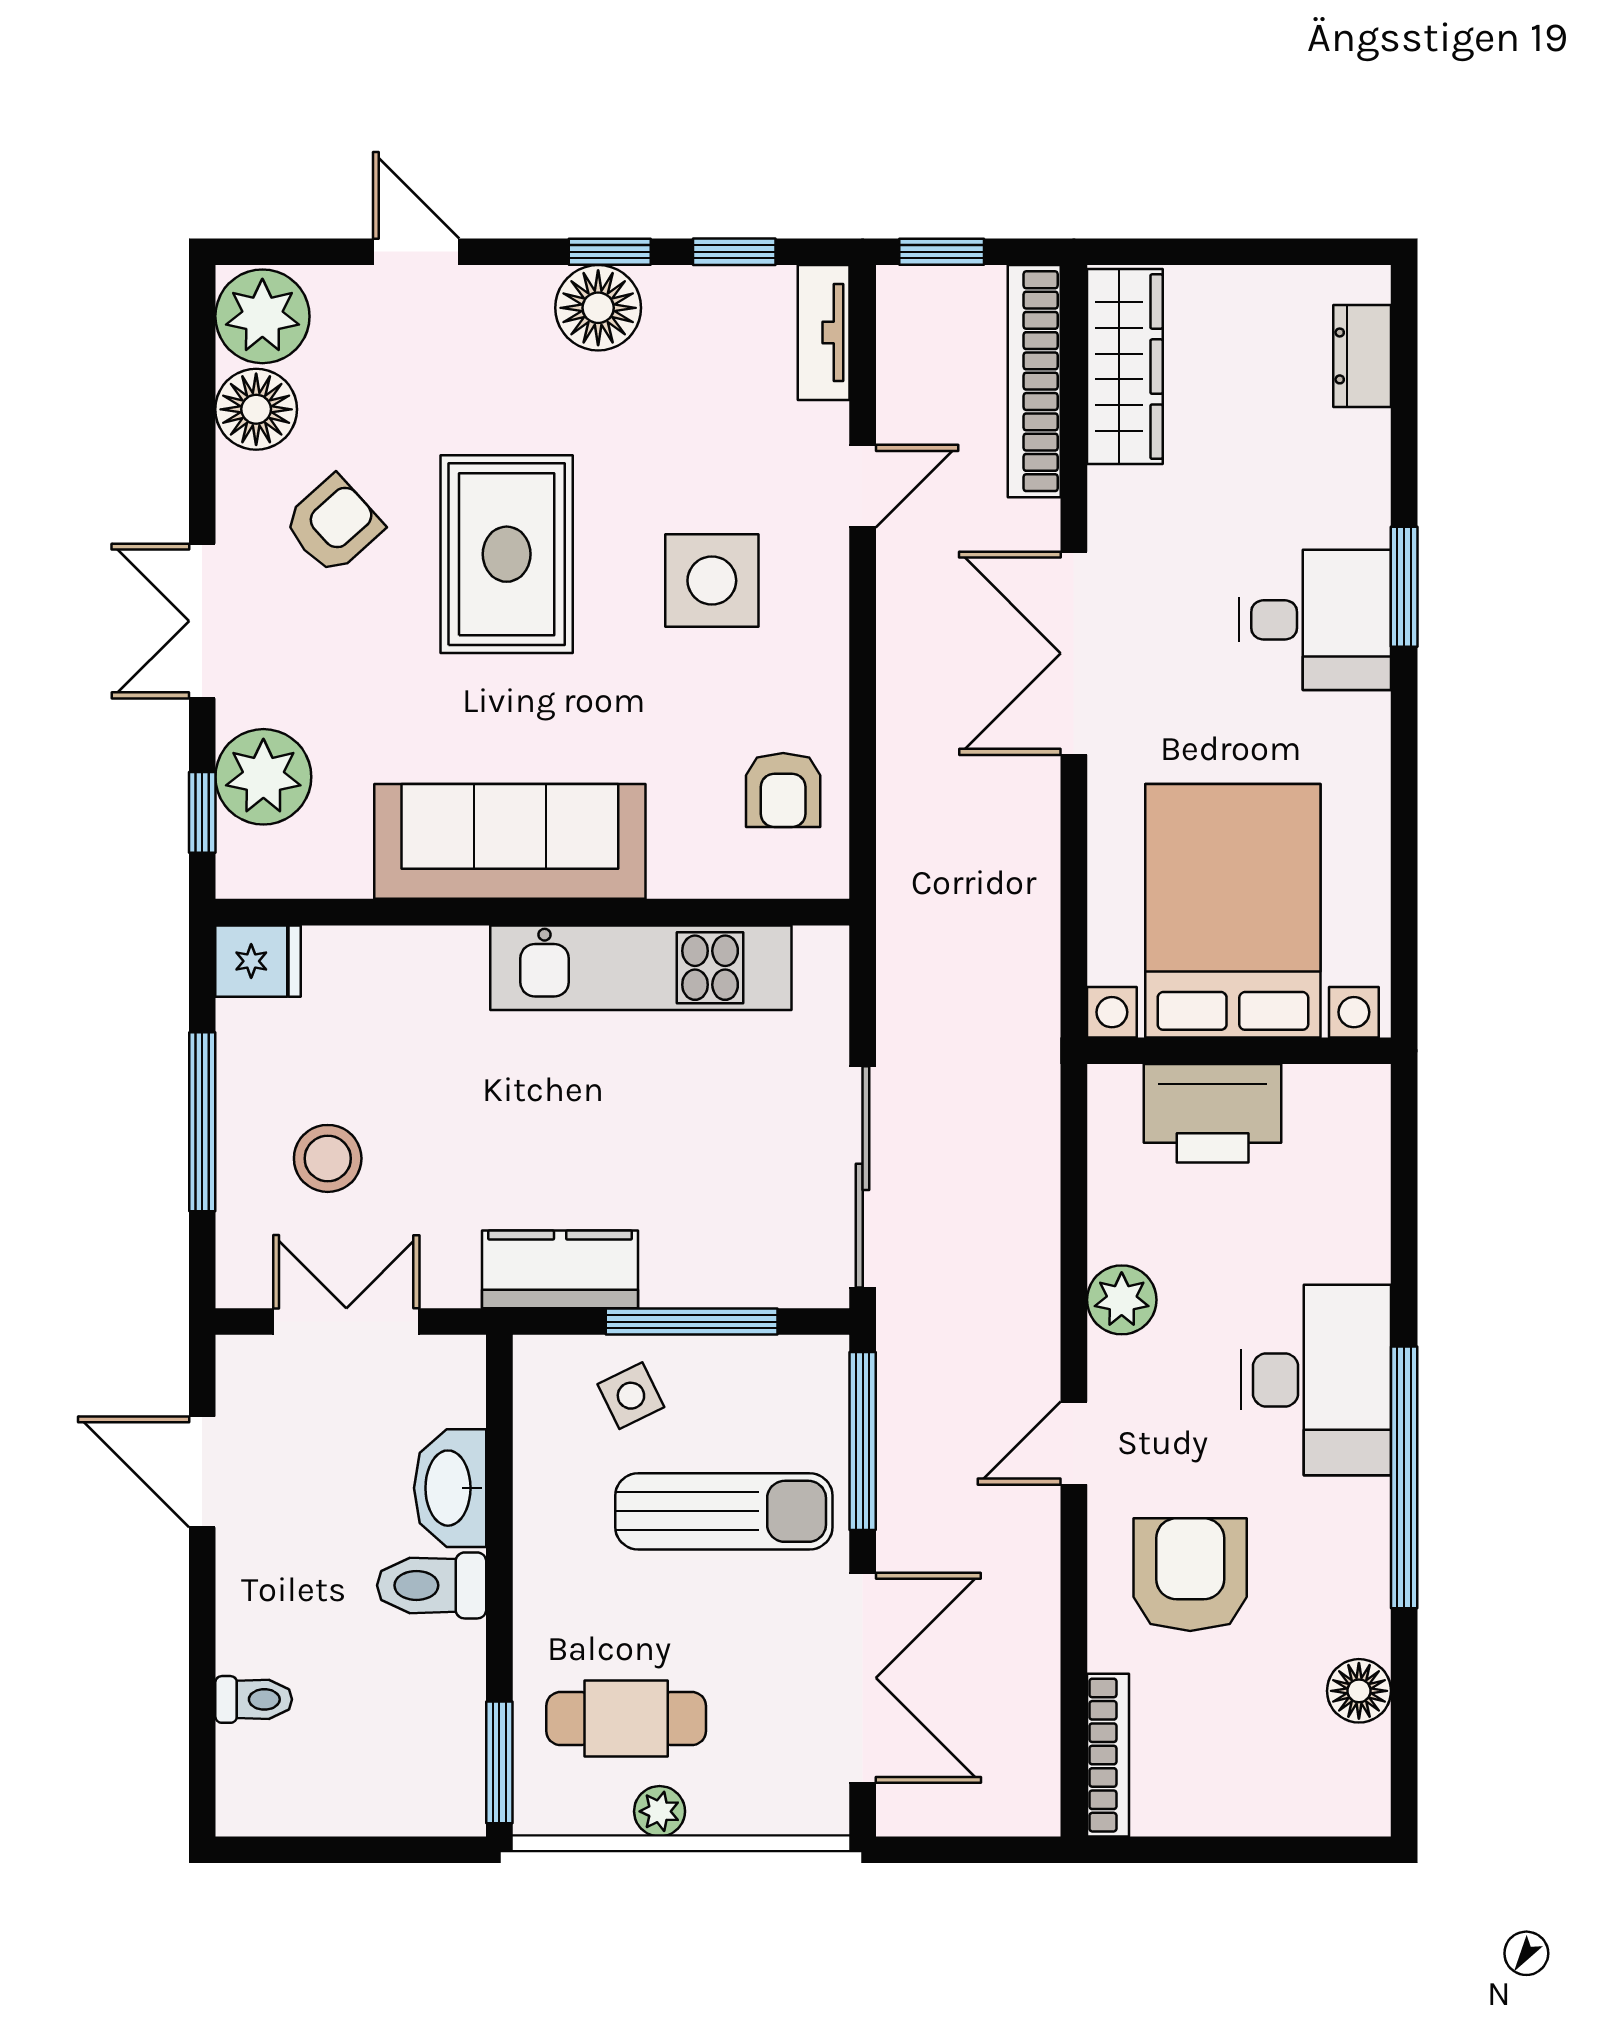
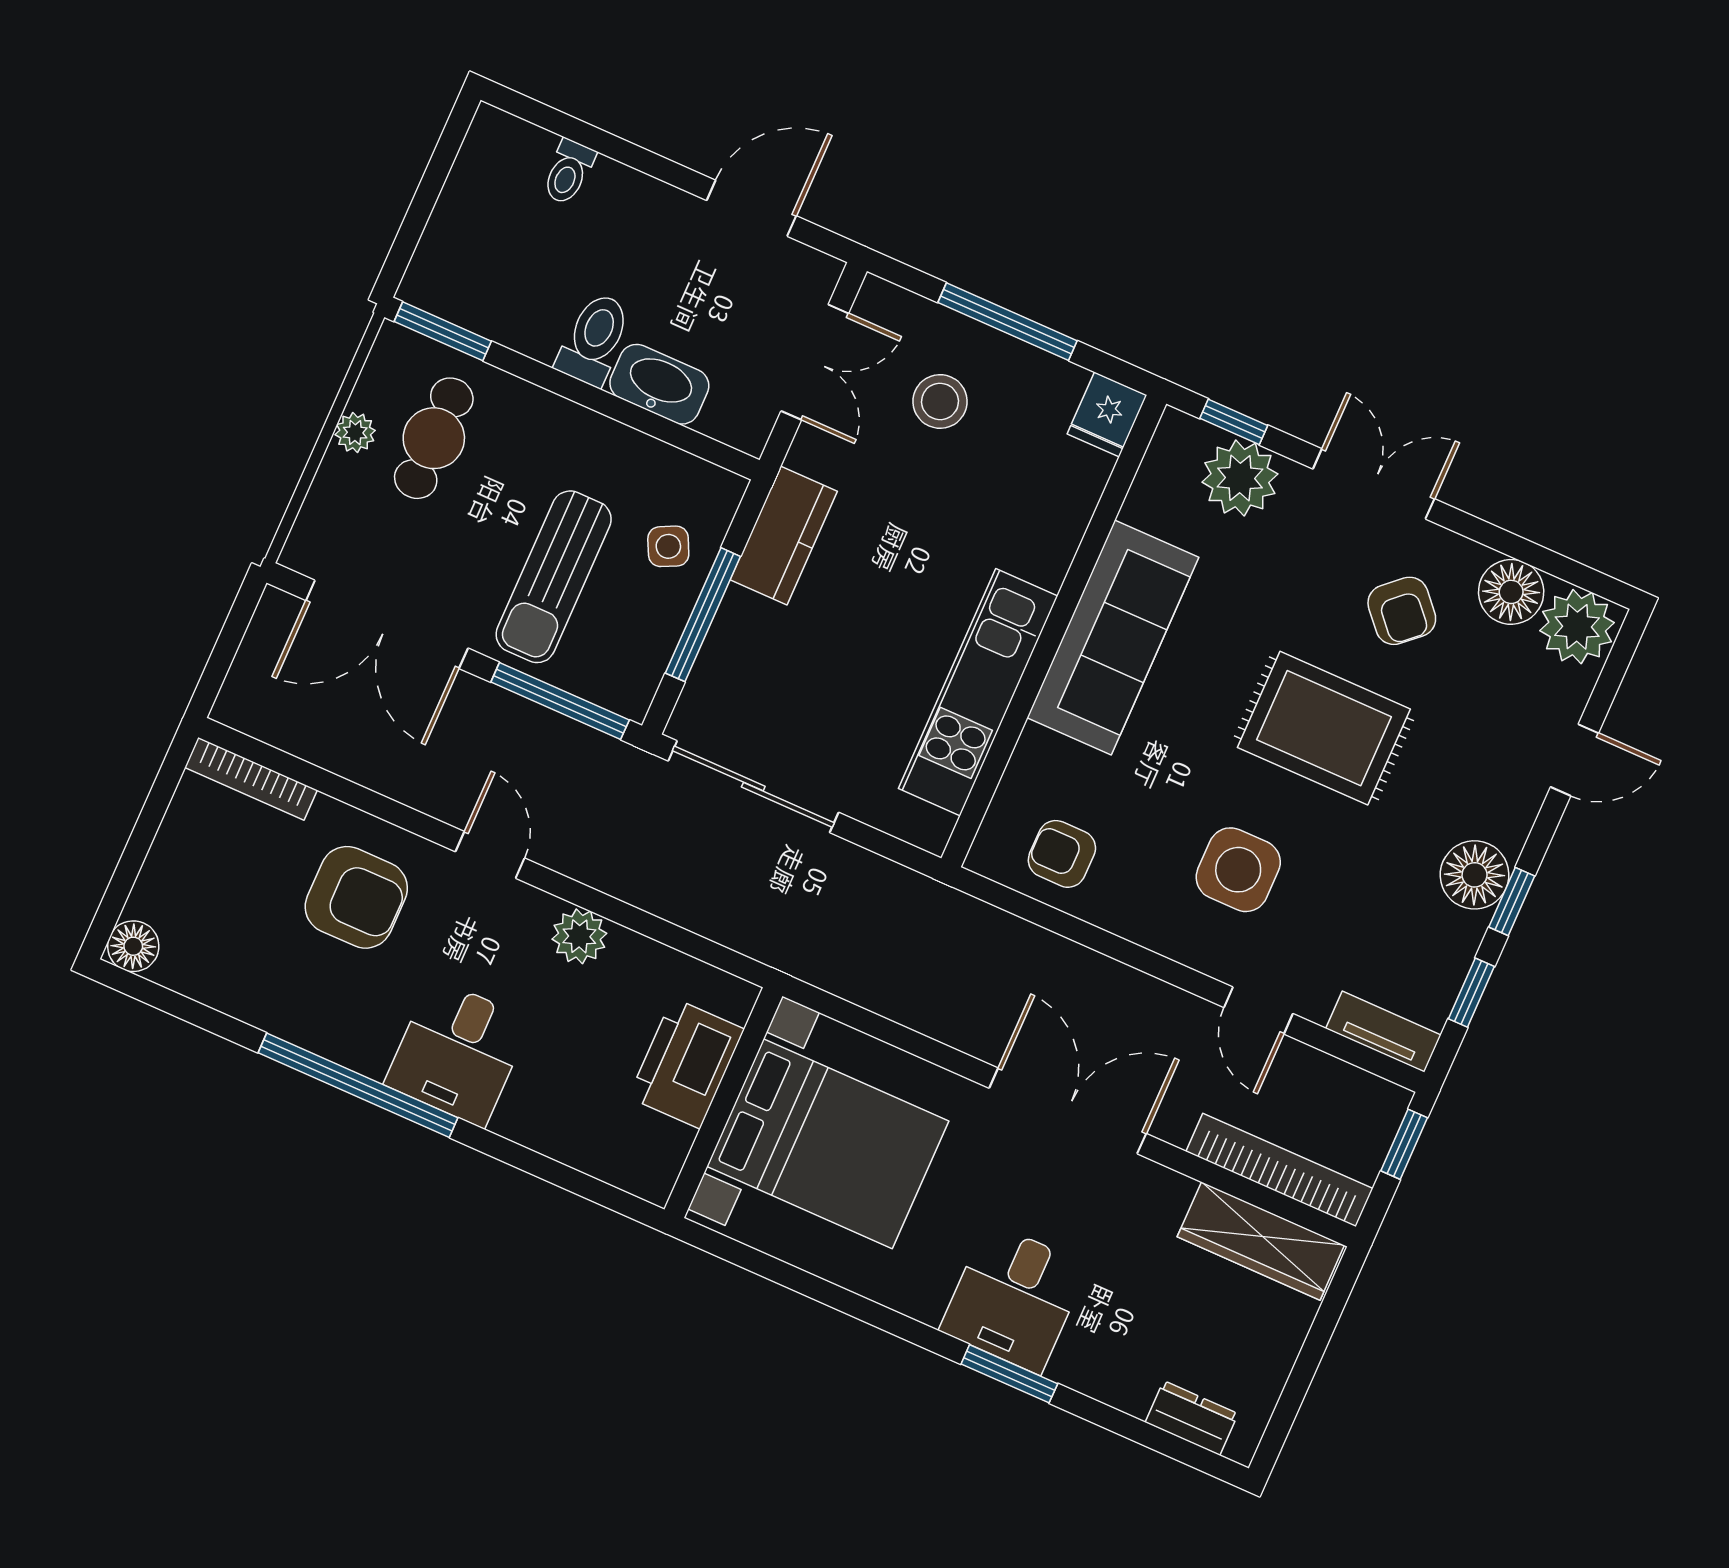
desk: (1316, 1380) -> (458, 1052), width x0.73
floor lamp: (1359, 1691) -> (133, 946), moved

